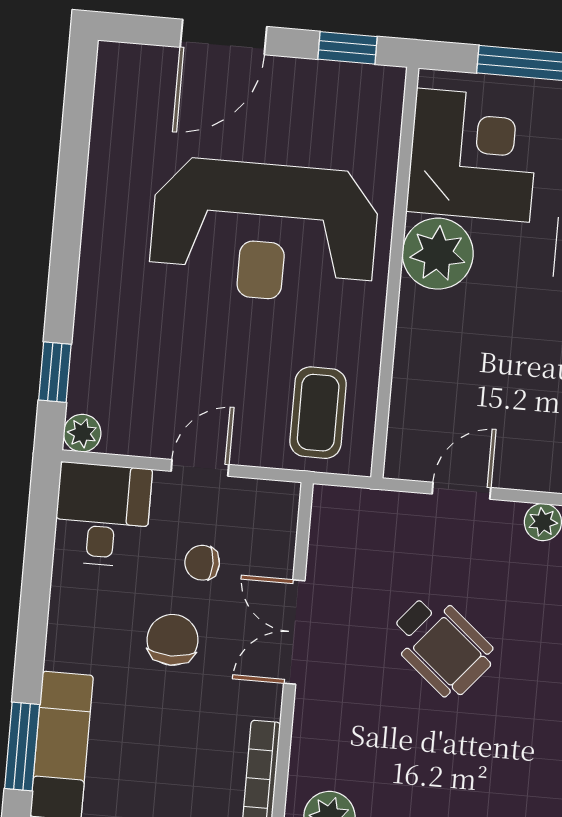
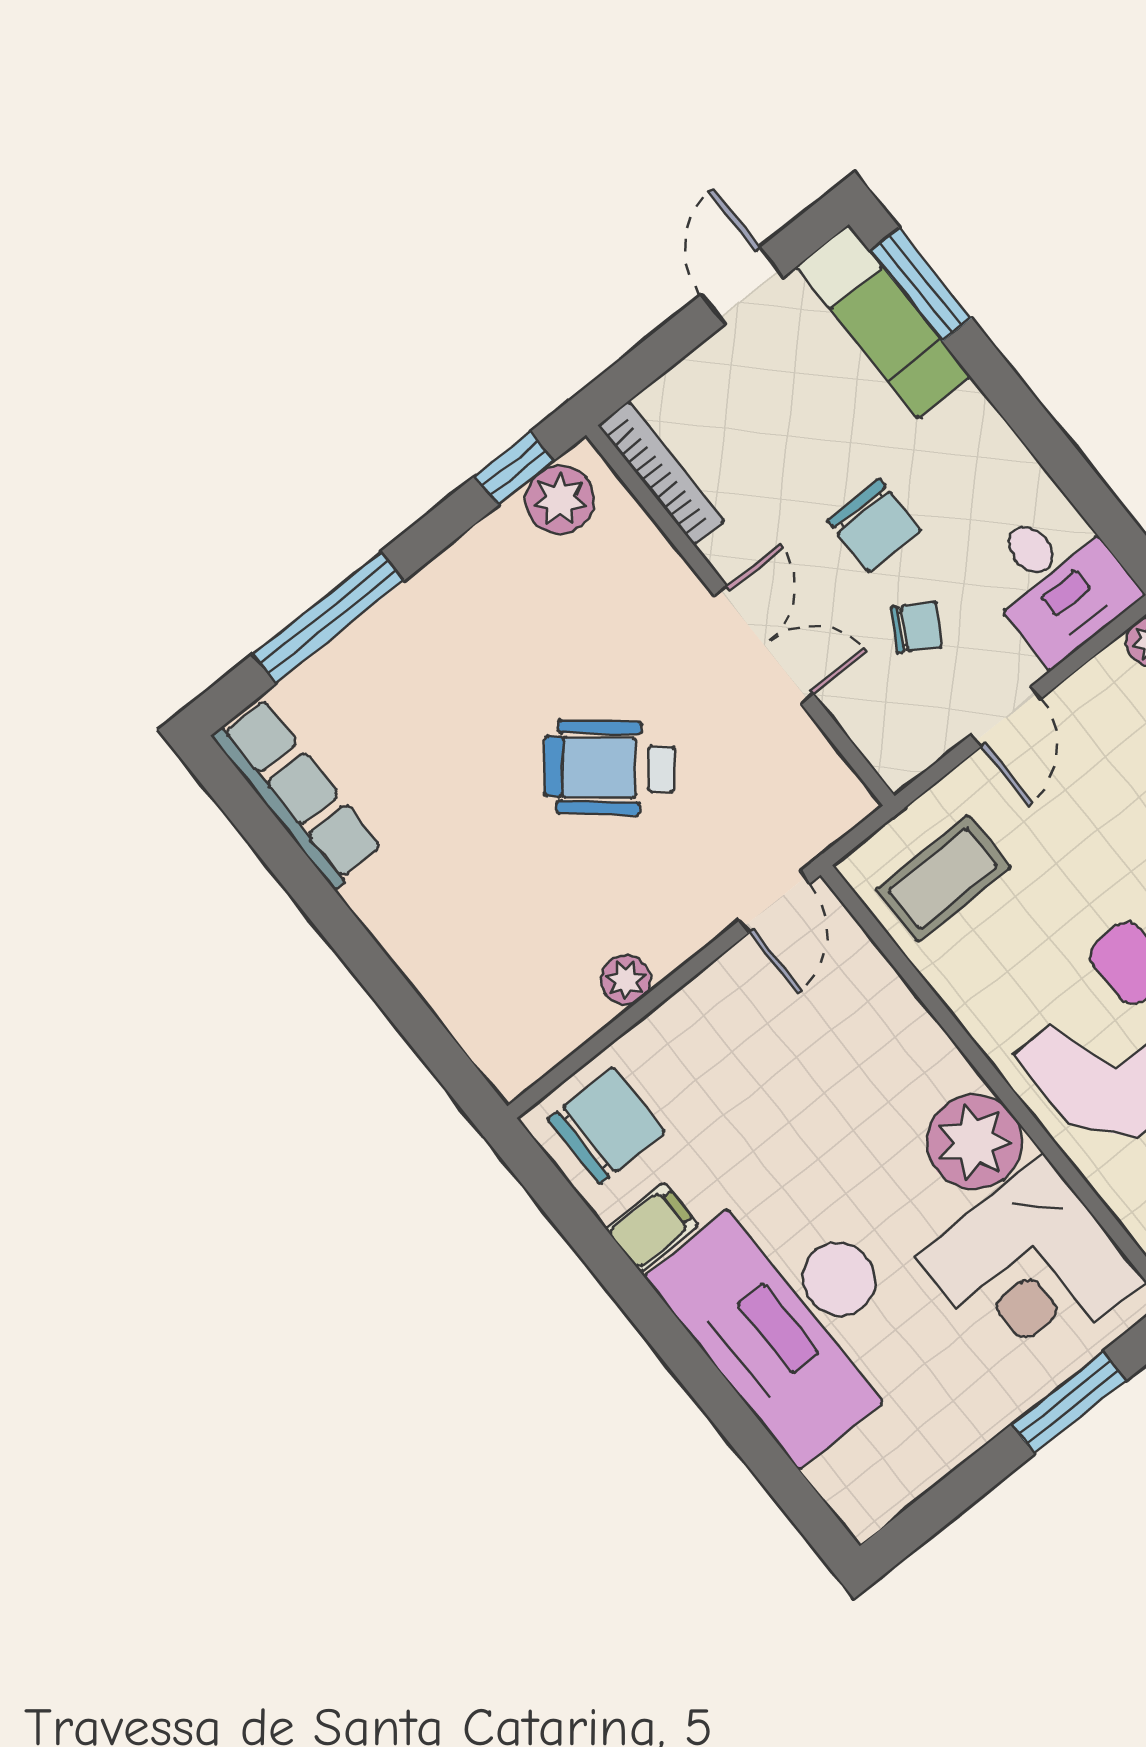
coffee table: (318, 413) -> (943, 878), turned 90
door: (461, 491) -> (775, 902), moved
chair: (202, 563) -> (917, 627), turned 31

